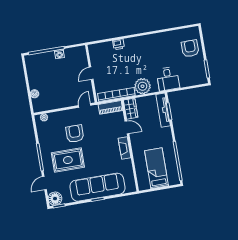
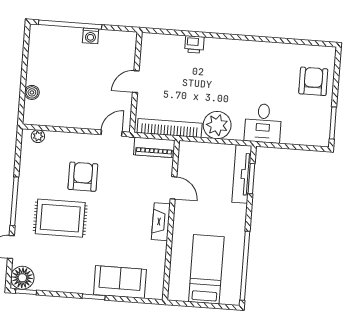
wardrobe: (131, 109) -> (188, 158), removed
sofa: (97, 187) -> (120, 282), width x0.54, depth x0.79

